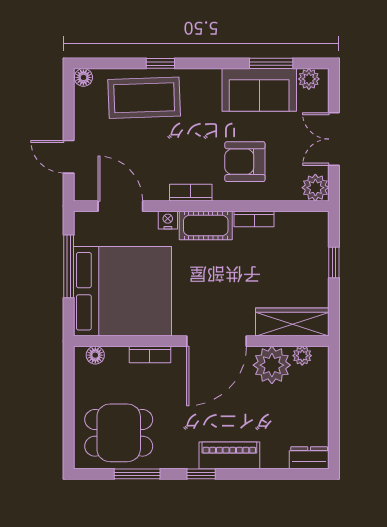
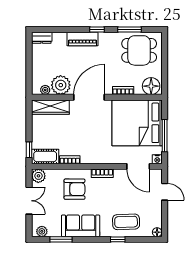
sofa: (259, 90) -> (81, 226), moved
coffee table: (144, 98) -> (126, 222), width x0.73, depth x0.76
nightstand: (168, 220) -> (157, 159), moved
cot: (206, 225) -> (45, 156), moved
window: (334, 262) -> (29, 150), moved
floor lamp: (95, 355) -> (151, 86), width x1.89, depth x1.89

